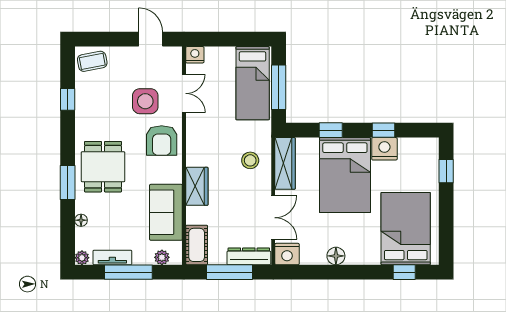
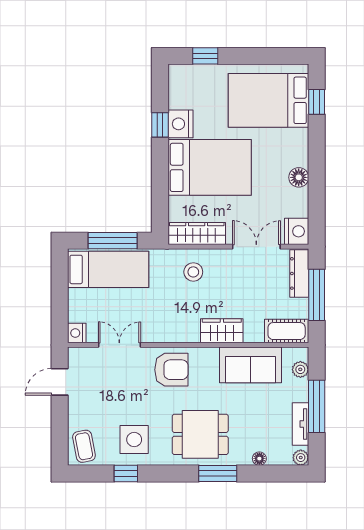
side table: (145, 101) -> (134, 440), moved
window: (331, 130) -> (160, 183), removed

